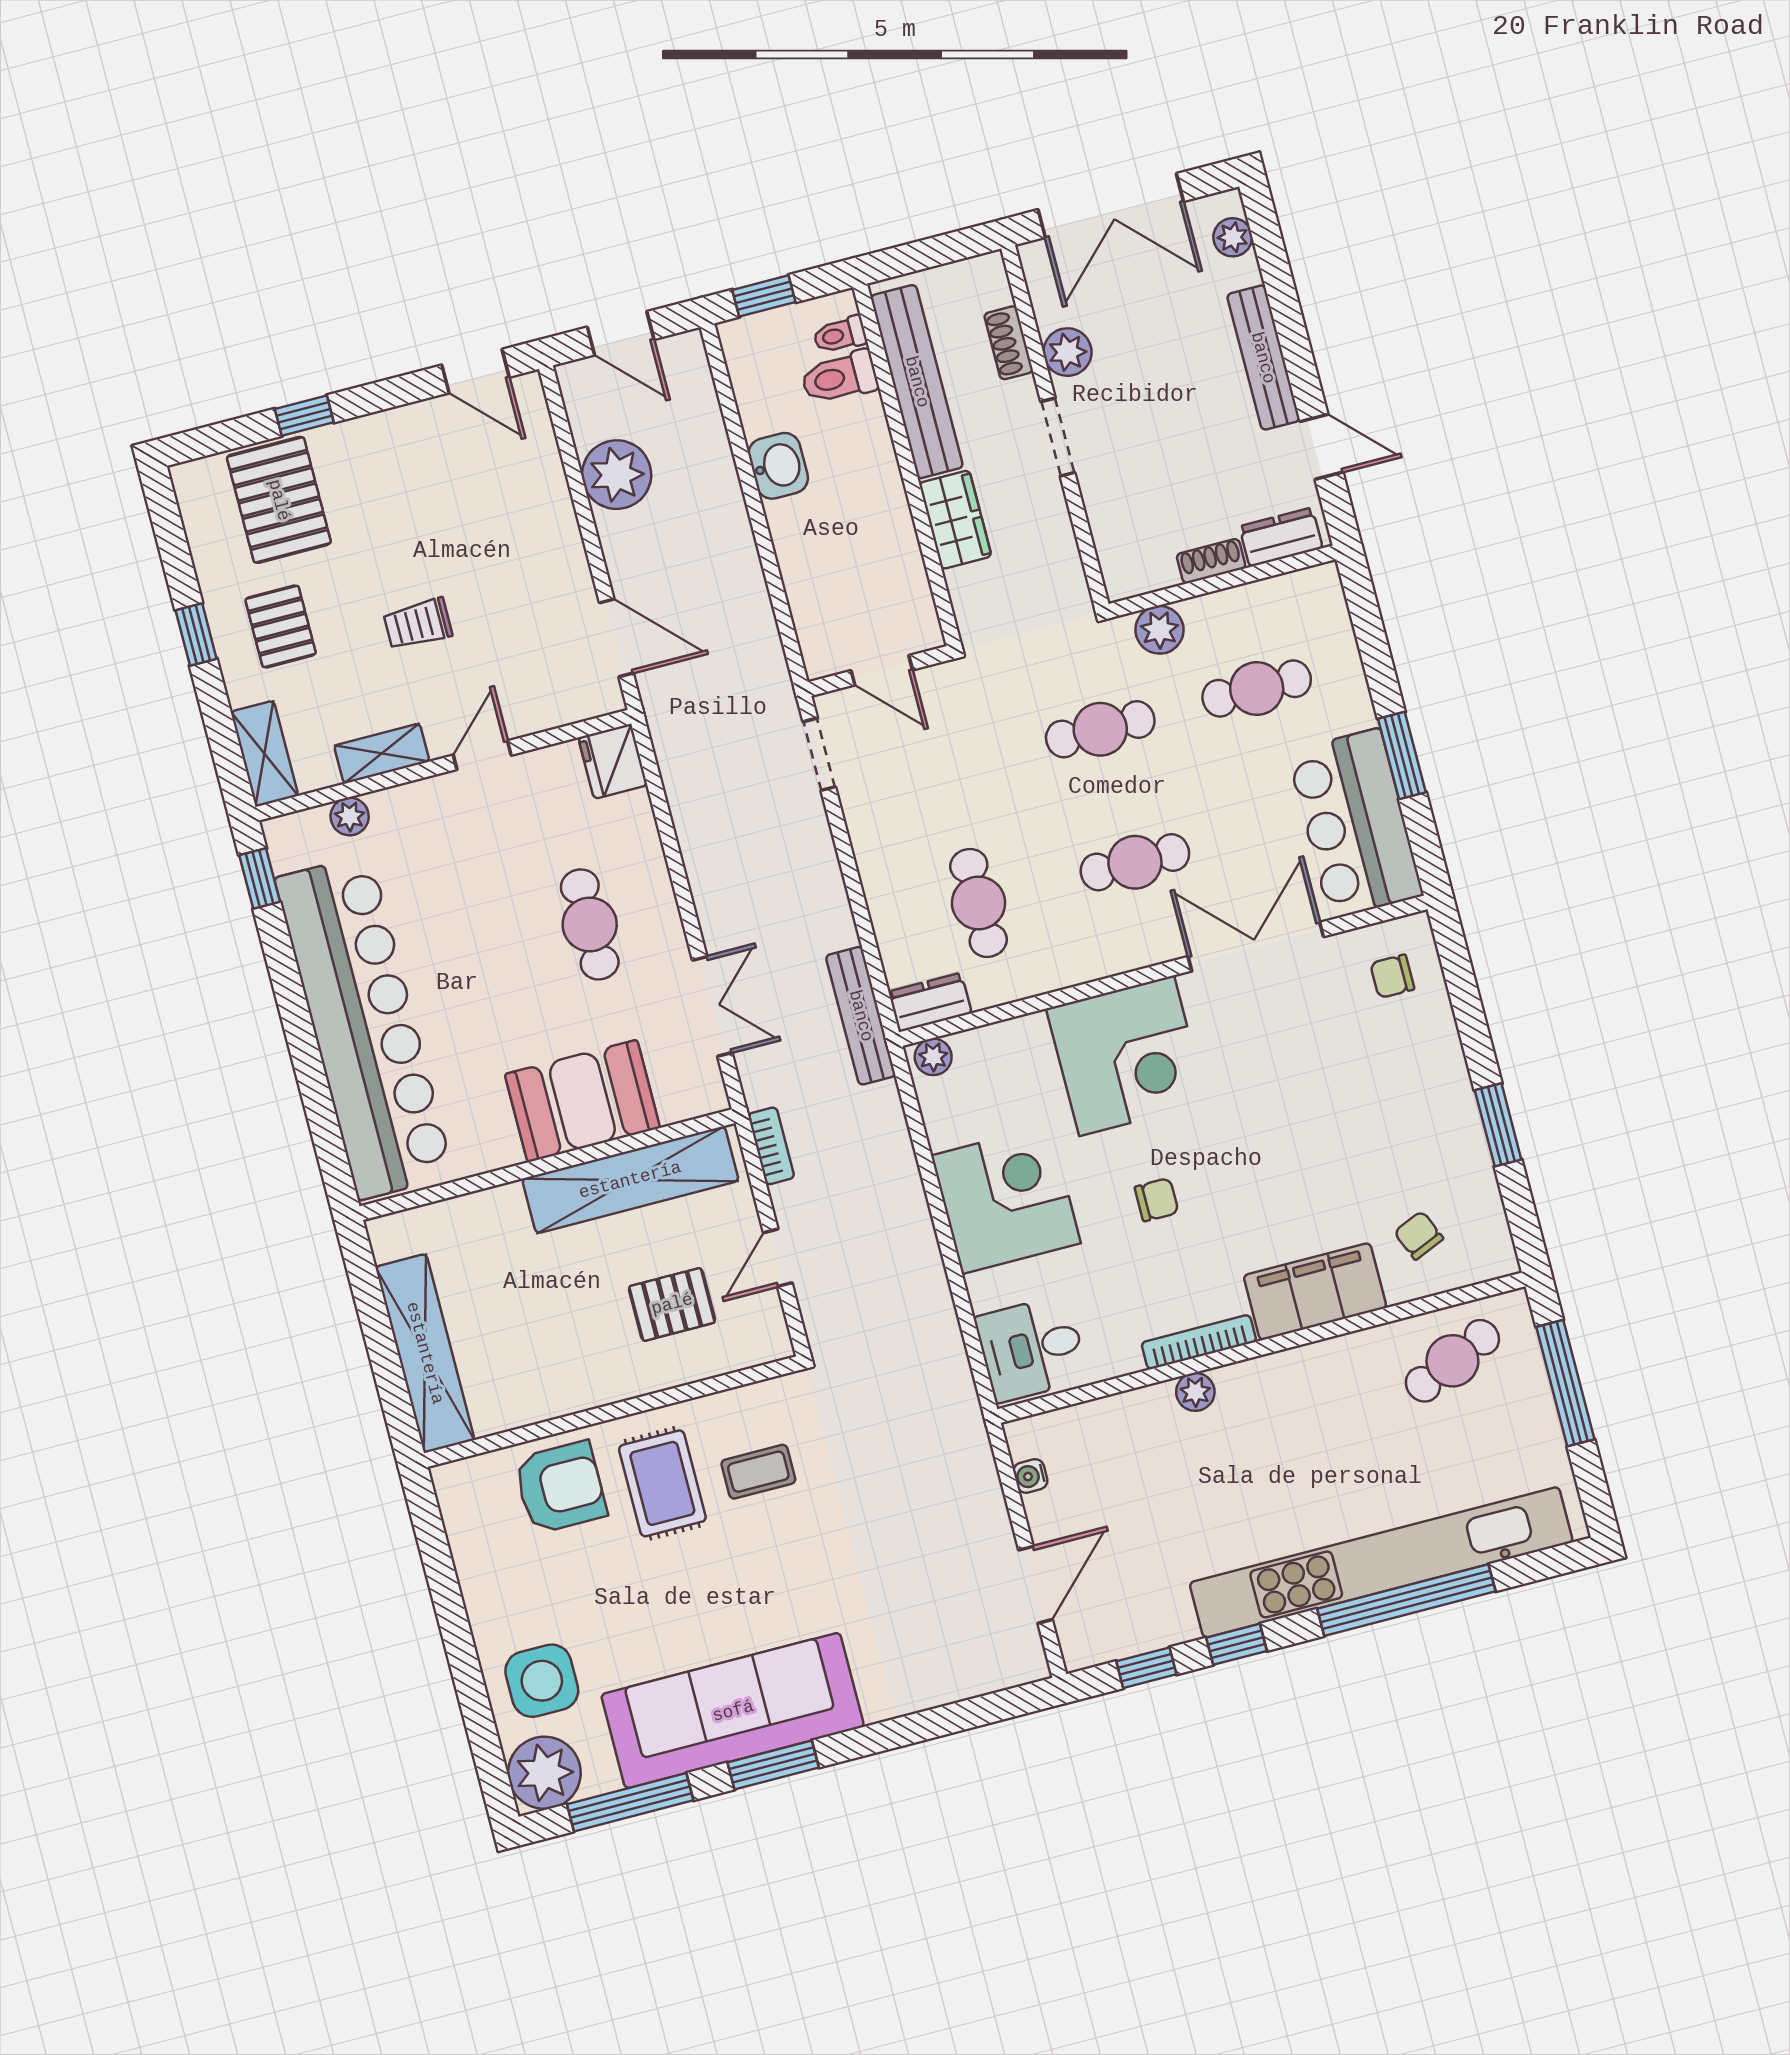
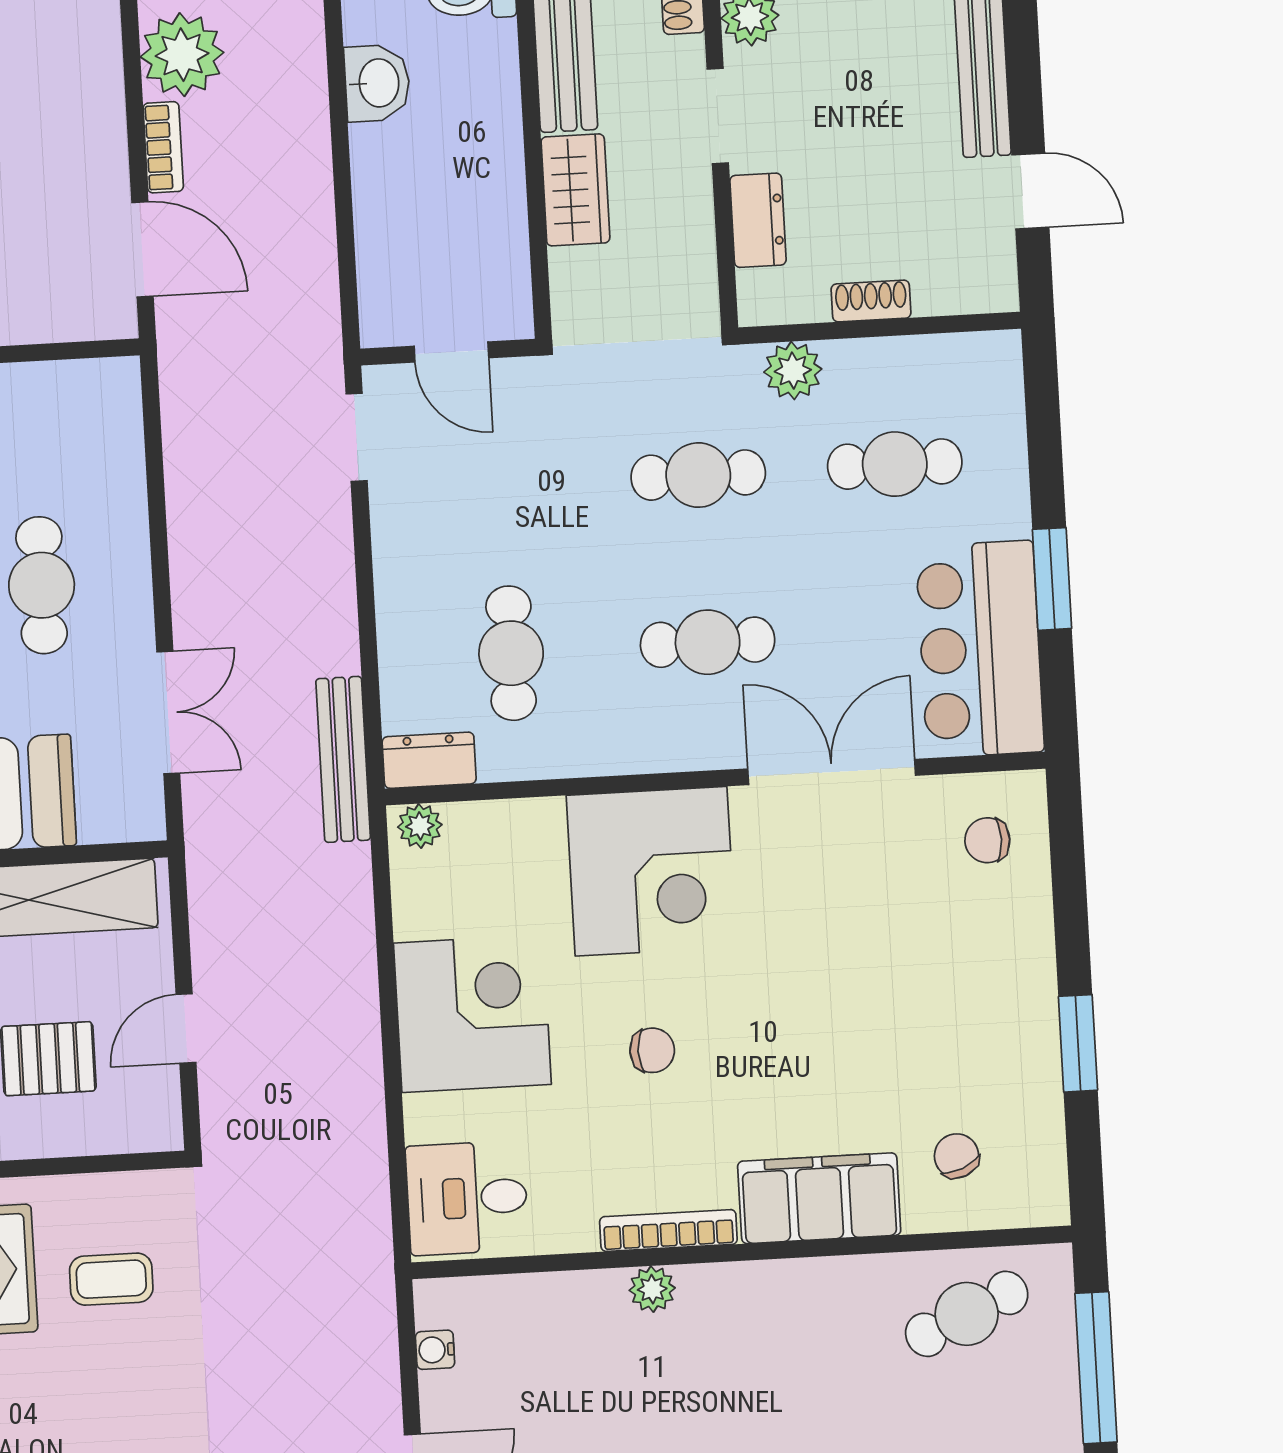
dresser: (1281, 537) -> (758, 220), moved, turned 90
fridge: (613, 761) -> (109, 396), removed
bookcase: (771, 1146) -> (163, 147), moved

